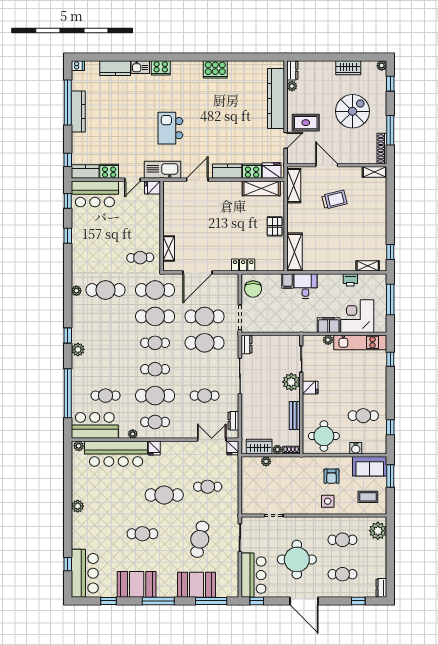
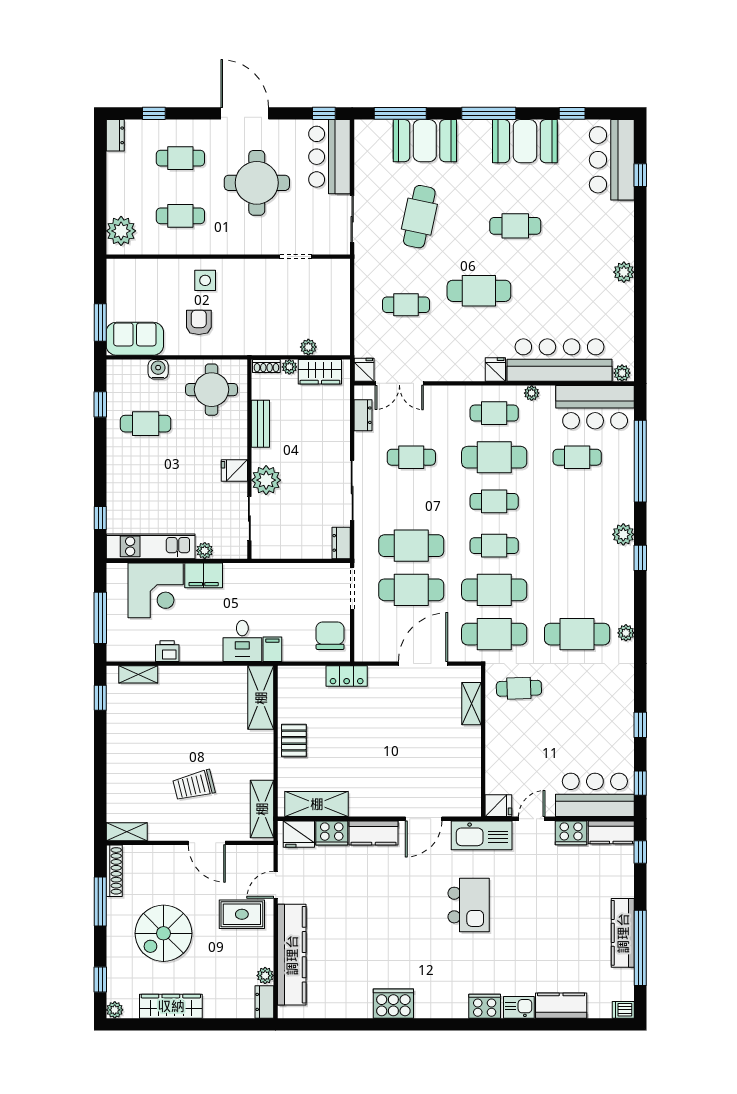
wardrobe: (348, 68) -> (171, 1006), width x1.50
coffee table: (368, 497) -> (138, 288), removed

